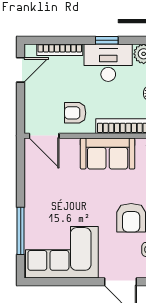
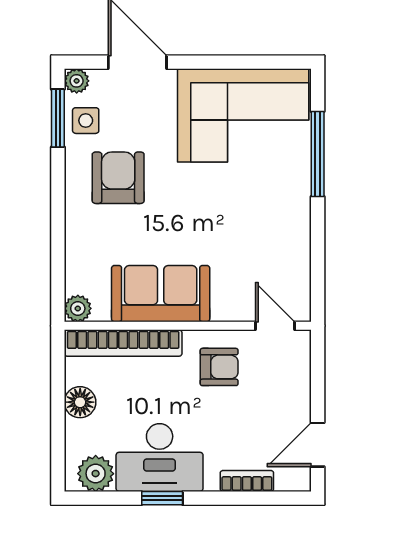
bookcase: (60, 50) -> (247, 481), width x0.64
door: (44, 136) -> (275, 326), width x0.73

